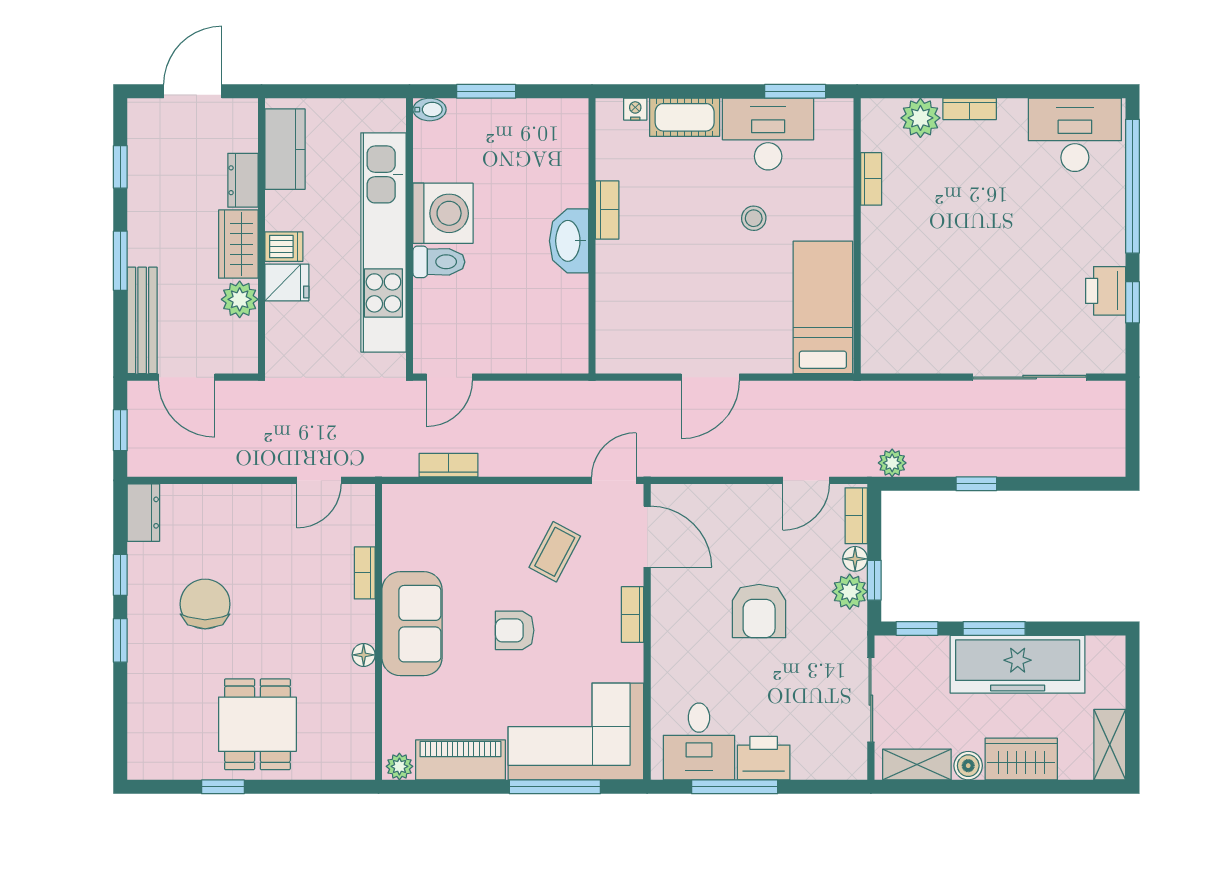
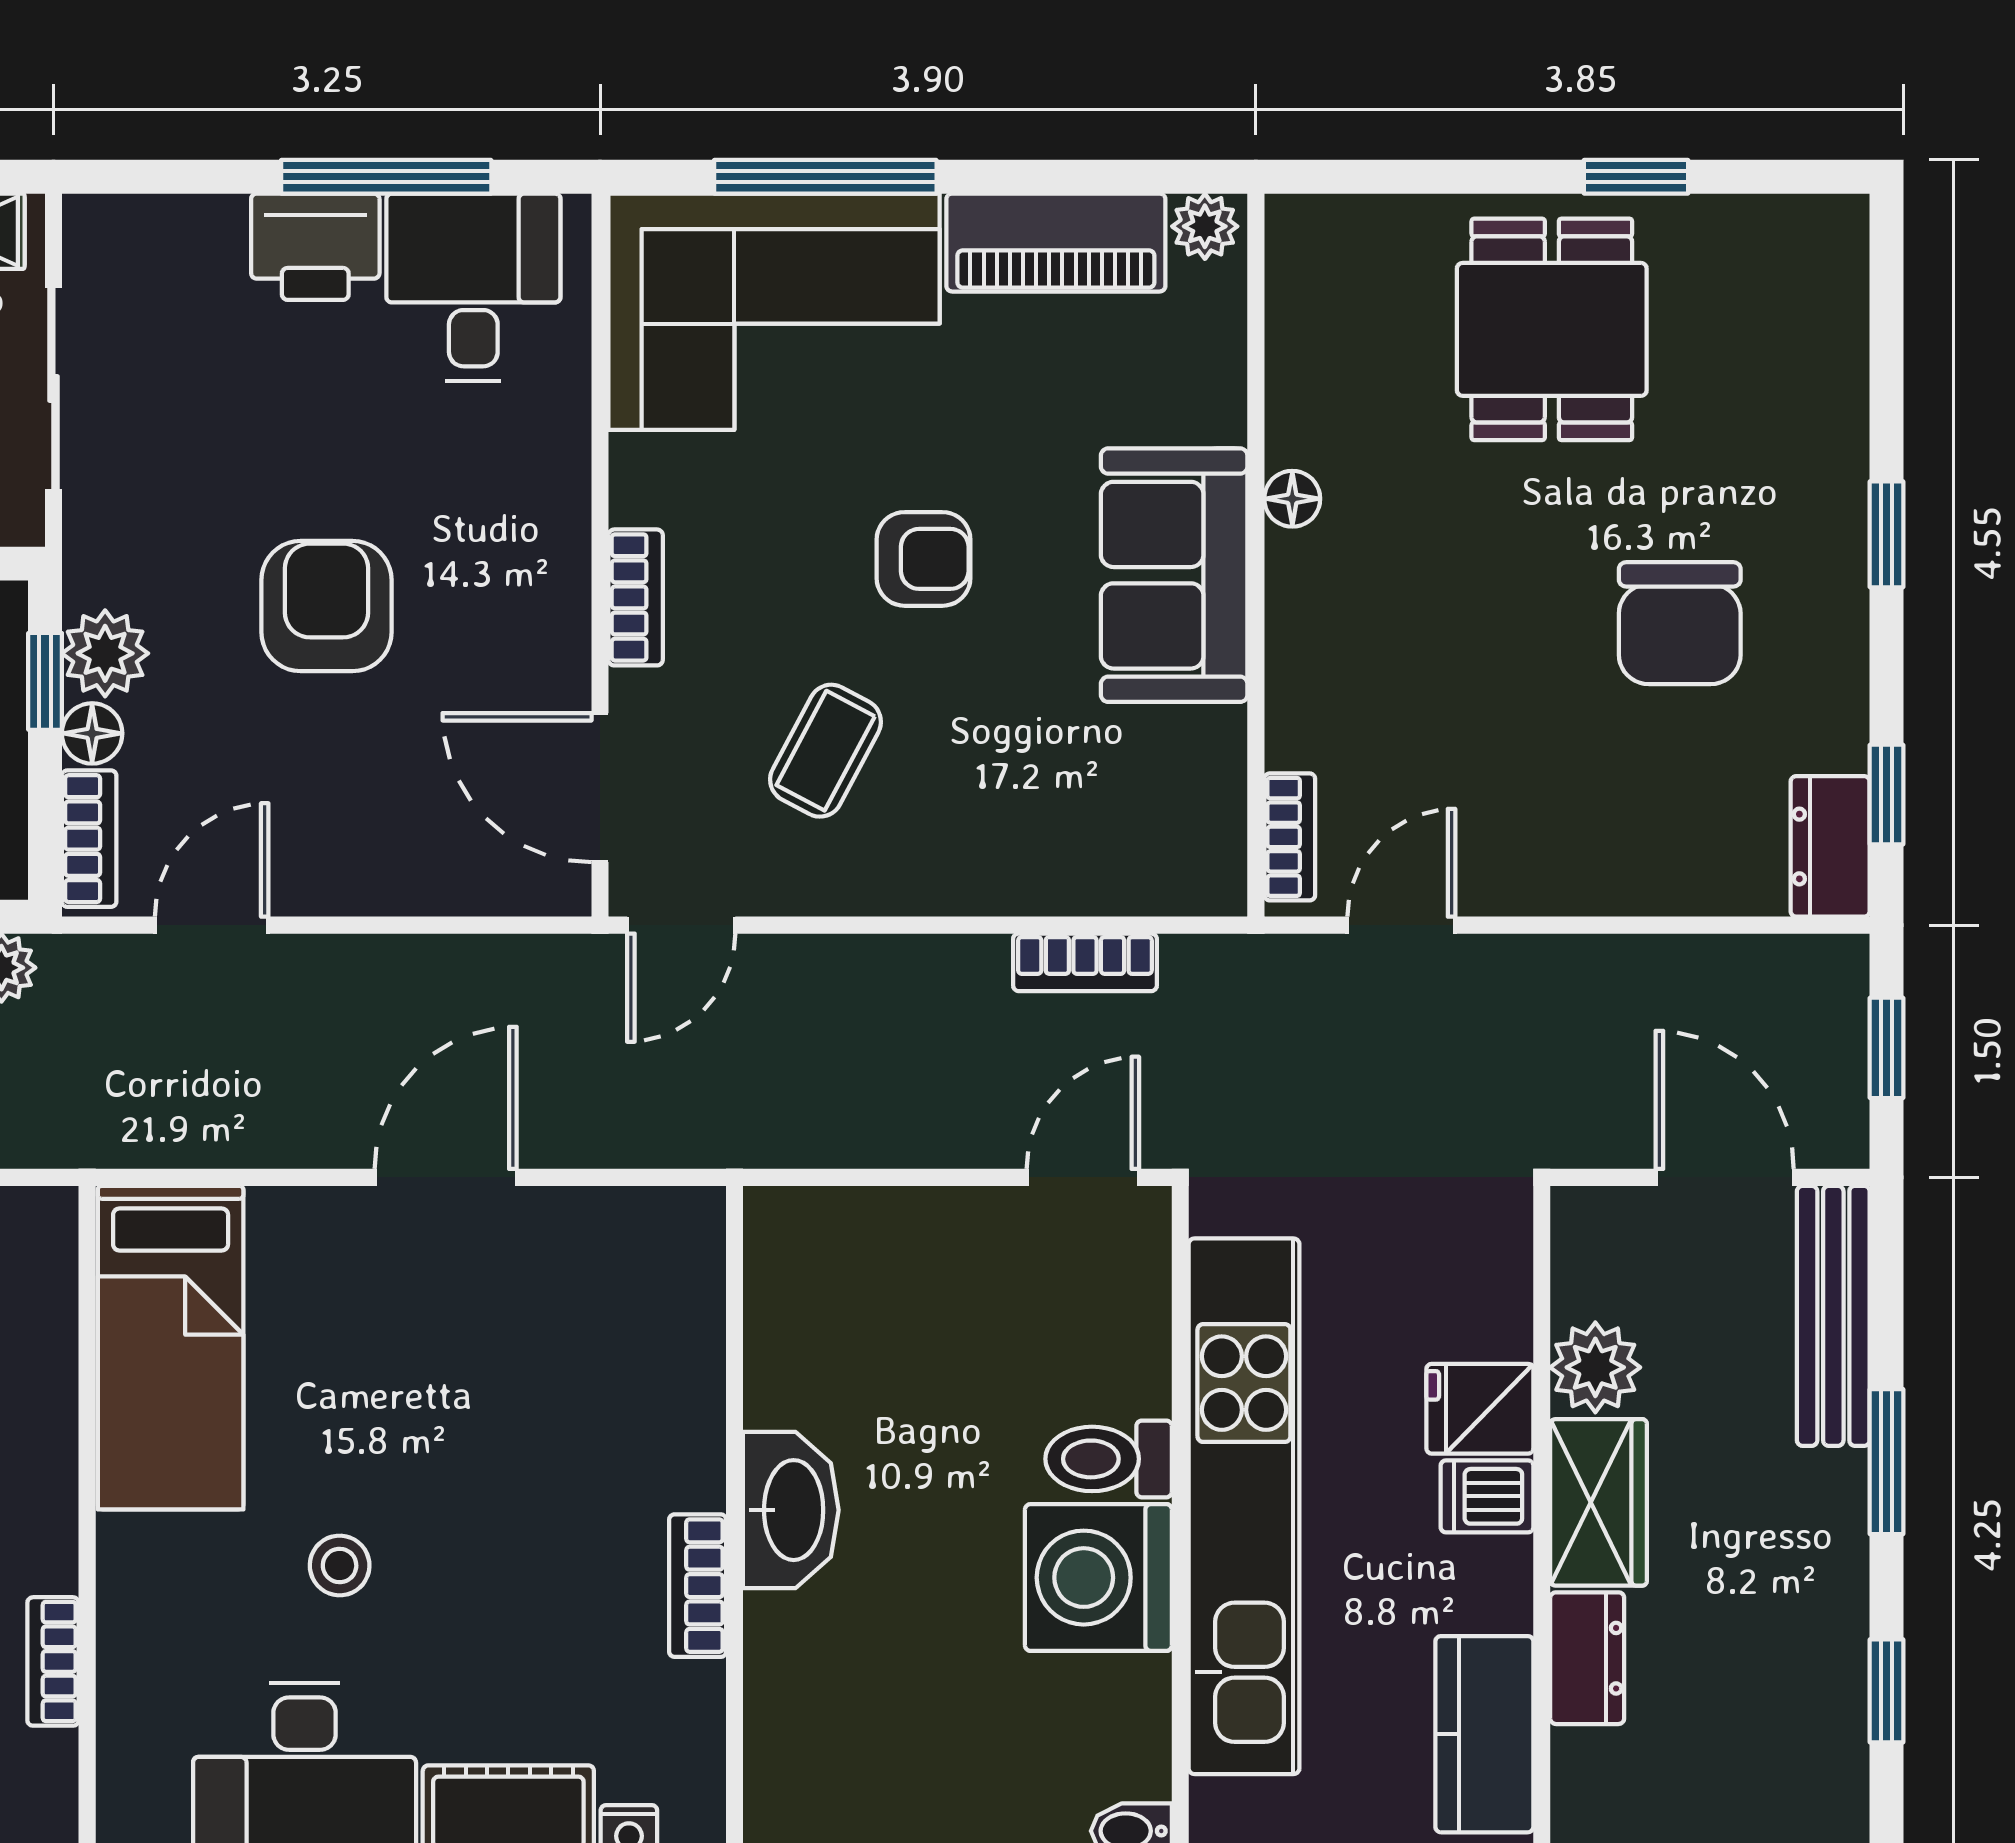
bookcase: (365, 573) -> (1290, 837), moved
window: (120, 575) -> (1887, 795), moved

